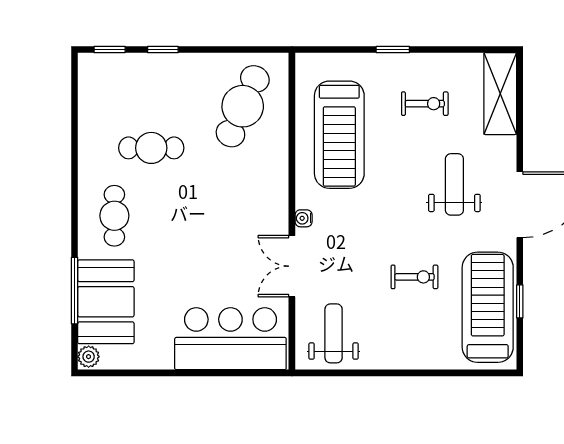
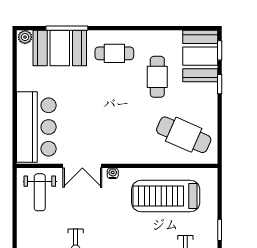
booth: (119, 80) -> (200, 56), added
double door: (292, 266) -> (82, 166), swing flipped
weight bench: (334, 333) -> (40, 192), turned 90

